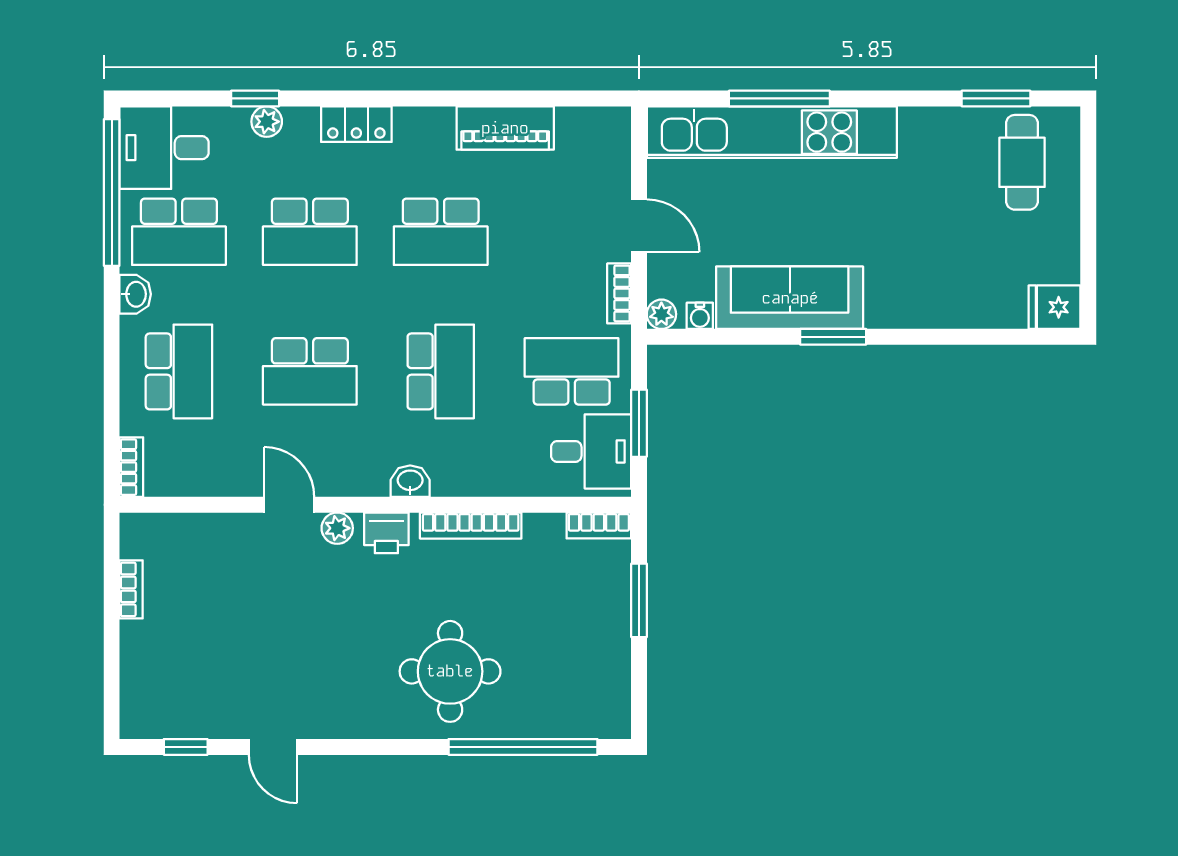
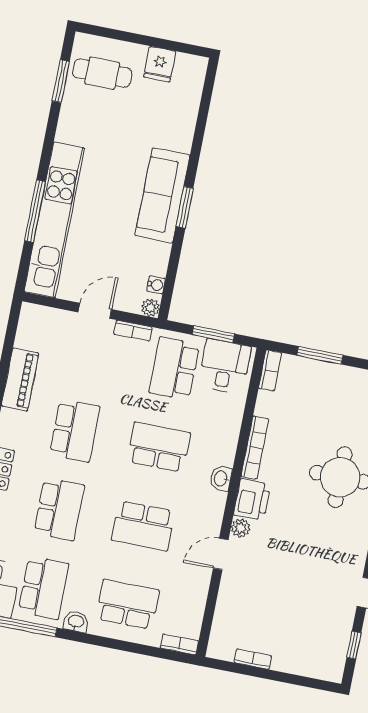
sofa: (790, 298) -> (162, 195), moved
fridge: (1054, 307) -> (160, 64), moved
school desk: (310, 371) -> (143, 526), turned 90
printer: (386, 533) -> (252, 500), width x1.36, depth x1.24

